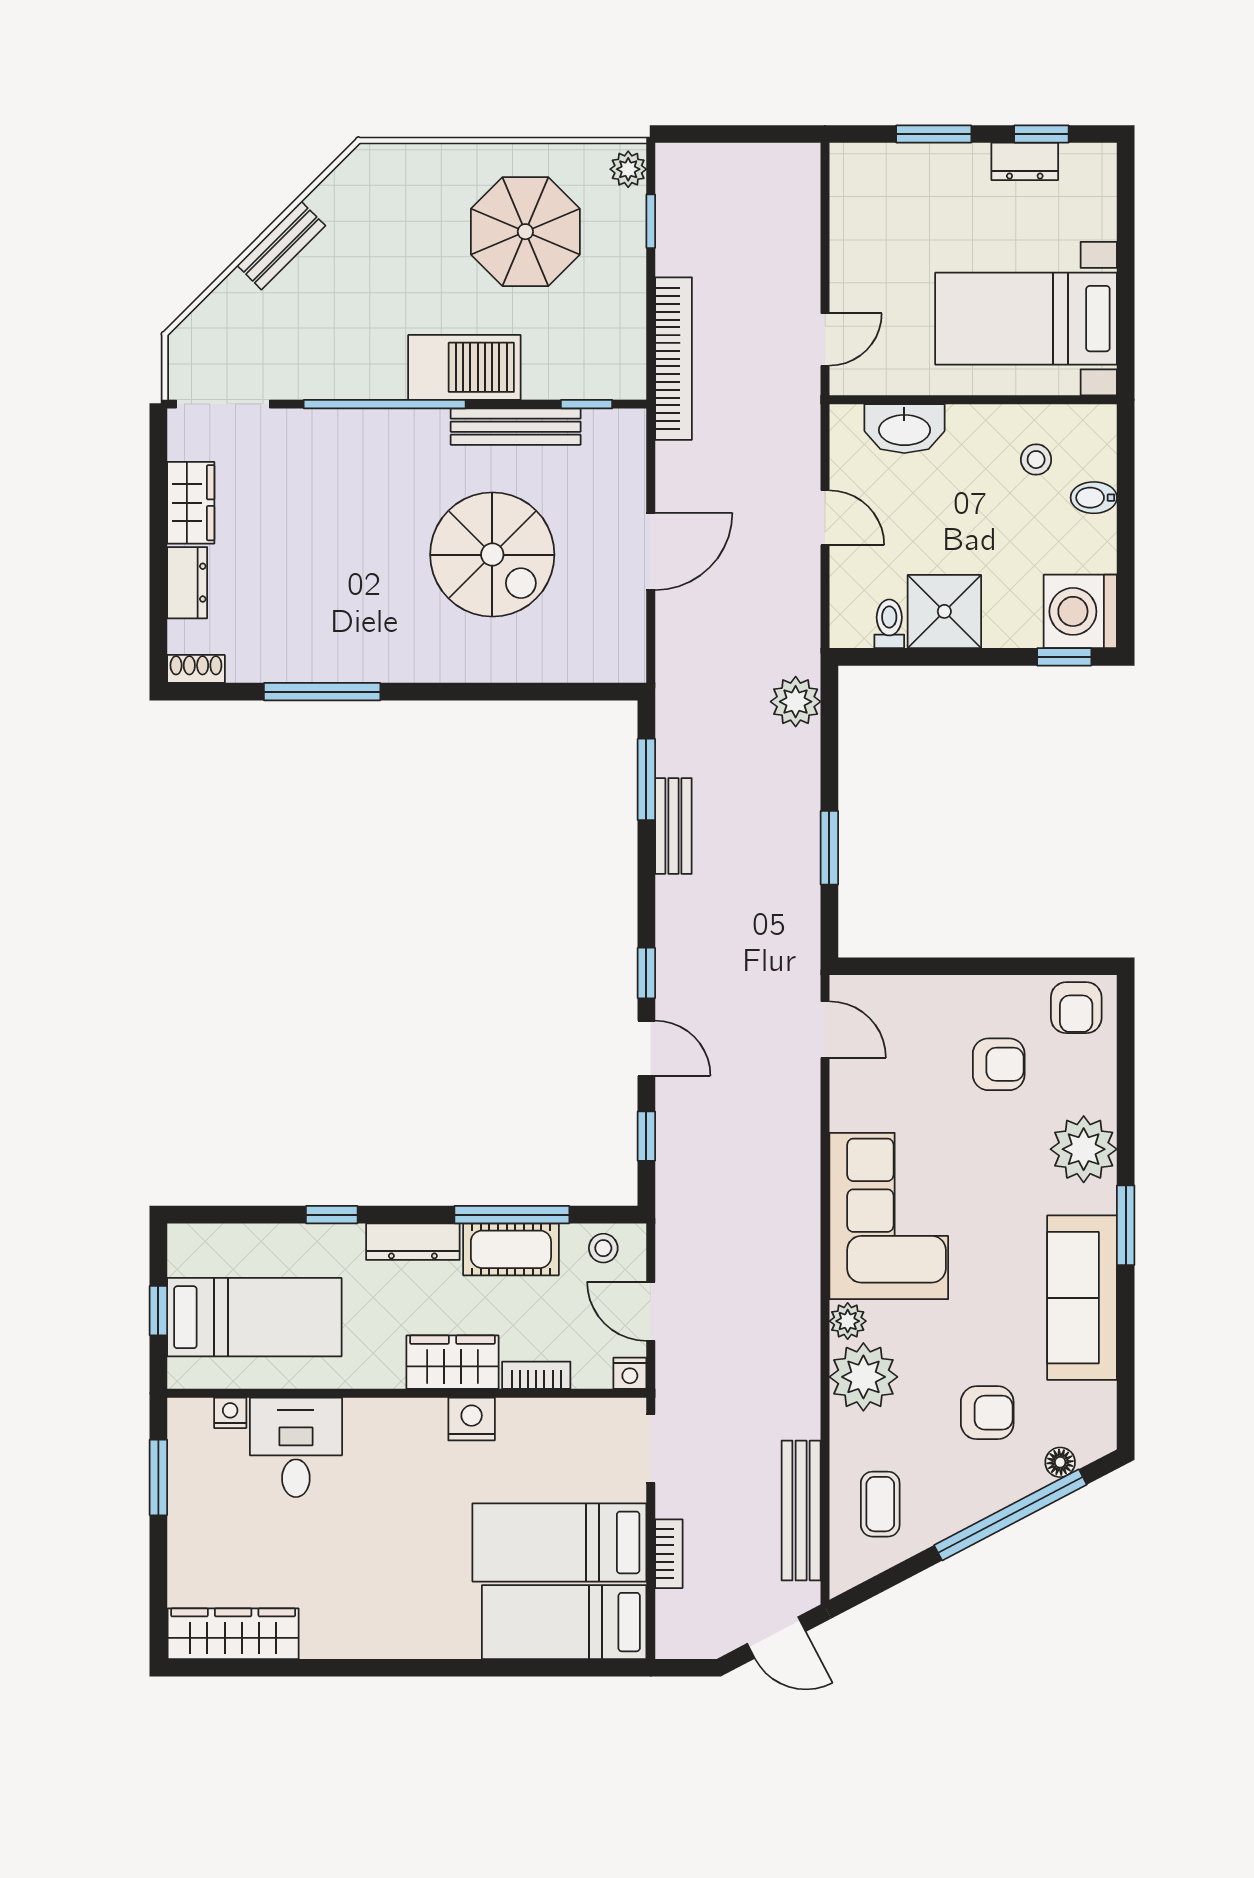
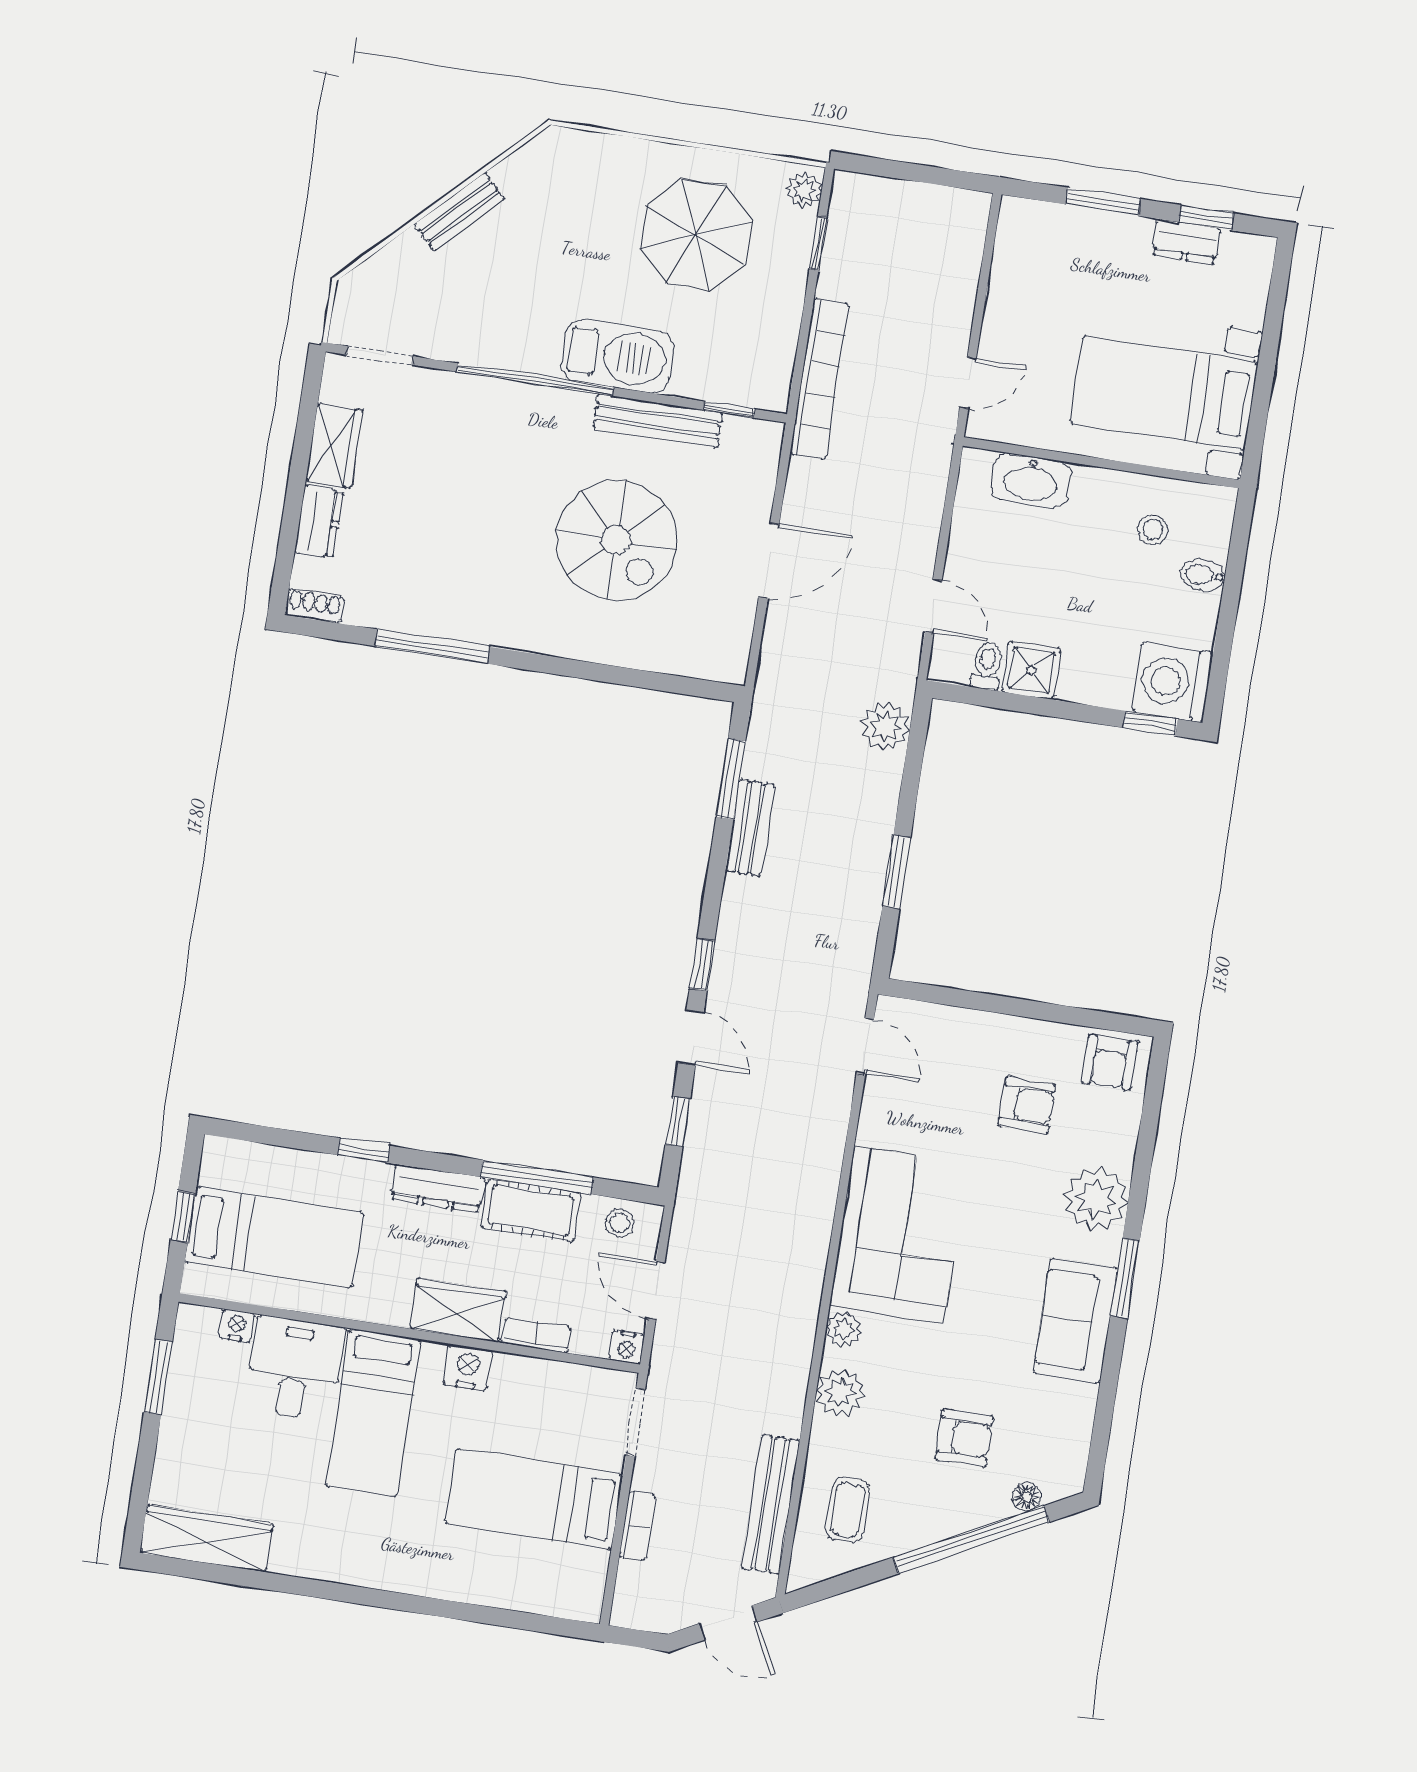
doorway: (223, 404) -> (380, 355), width x0.73
door: (825, 518) -> (933, 606), moved
shower: (944, 611) -> (1031, 670), width x0.73, depth x0.73
sofa: (1082, 1298) -> (1076, 1321), width x0.73
plant: (863, 1377) -> (840, 1393), width x0.73, depth x0.73
bed: (564, 1622) -> (373, 1413), moved, turned -90

